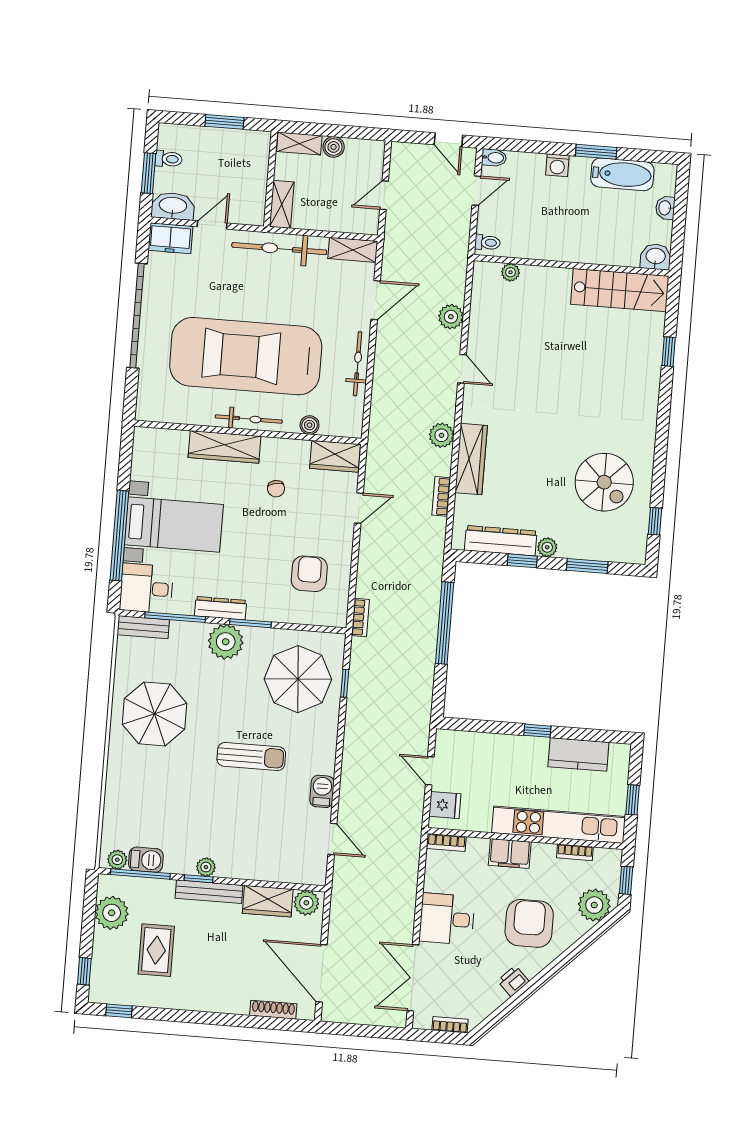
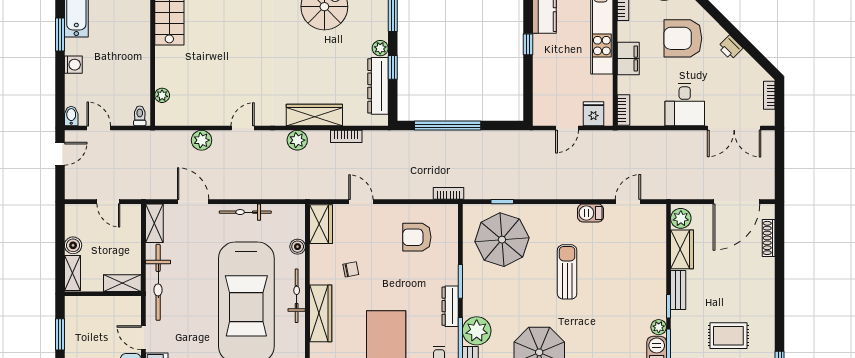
plant: (226, 642) -> (477, 331), moved
plant: (206, 867) -> (659, 327), moved
bench: (209, 892) -> (678, 290), width x0.73

